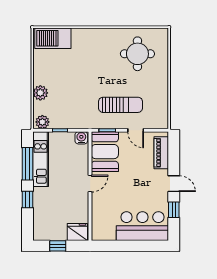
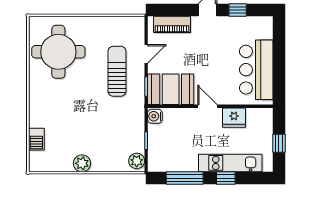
barbecue: (53, 38) -> (36, 139), width x0.53, depth x0.65
round table: (137, 54) -> (58, 52), width x1.36, depth x1.36
plant: (40, 93) -> (82, 163), moved
kitchen unit: (41, 159) -> (230, 163), moved
bar counter: (142, 226) -> (256, 70), moved
fridge: (77, 232) -> (234, 118), moved, turned -90

